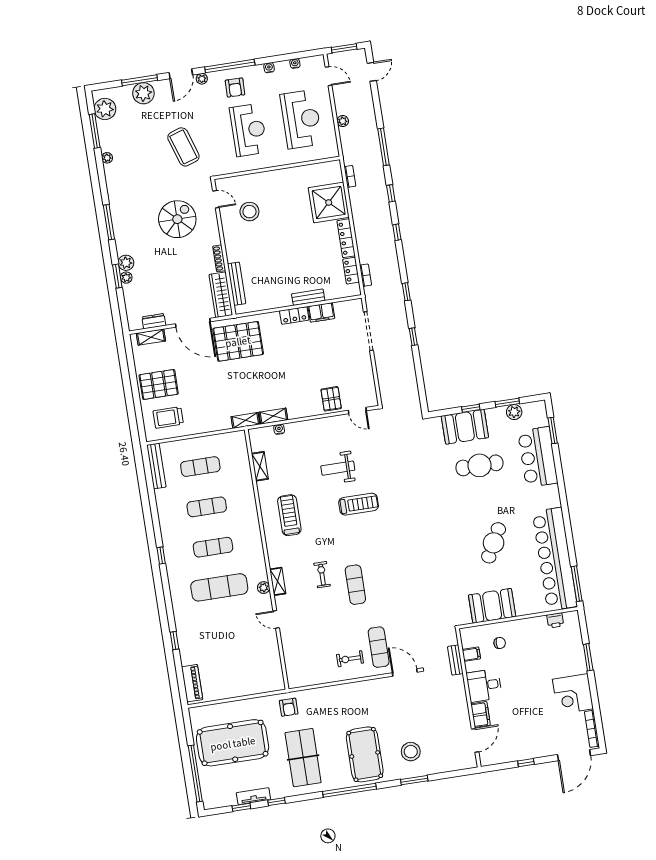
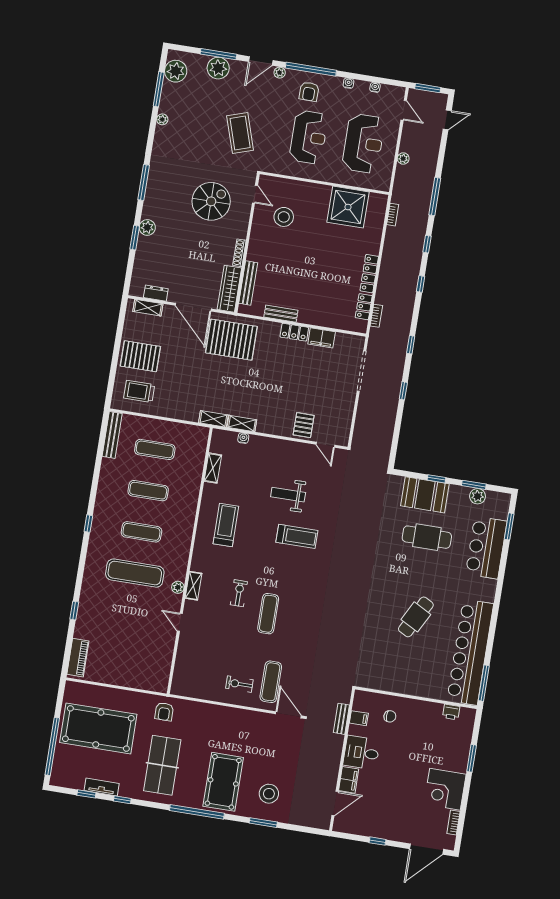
shower: (329, 202) -> (348, 207), moved
plant: (126, 278) -> (143, 242), removed
bench: (308, 297) -> (281, 314), moved
booth: (492, 606) -> (394, 678), removed
bookcase: (592, 729) -> (453, 823), width x0.64

